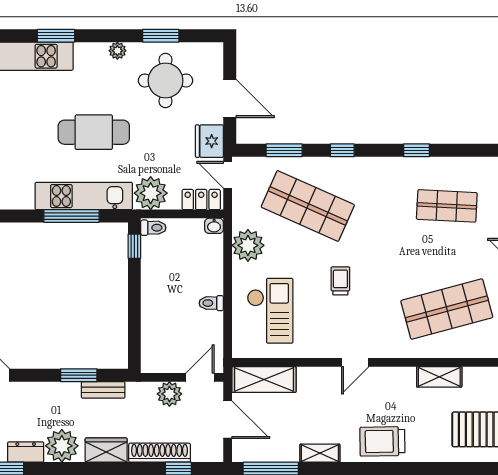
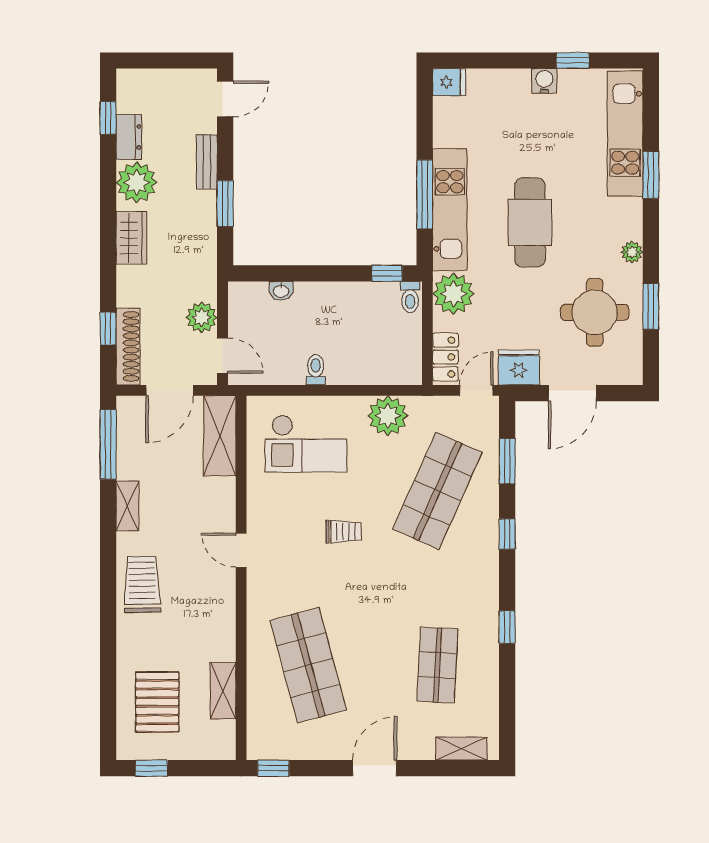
washbasin: (214, 226) -> (281, 291), moved, turned -90
shelving: (439, 377) -> (223, 691), moved
bench: (103, 390) -> (207, 162), moved
shoe rack: (160, 453) -> (128, 346), moved

